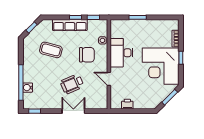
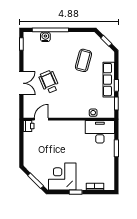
desk: (121, 53) -> (100, 132), moved
chair: (87, 55) -> (79, 97), removed
corner desk: (161, 66) -> (62, 176), width x0.74, depth x0.74
door: (109, 79) -> (41, 119), moved
printer: (127, 104) -> (29, 126), moved

